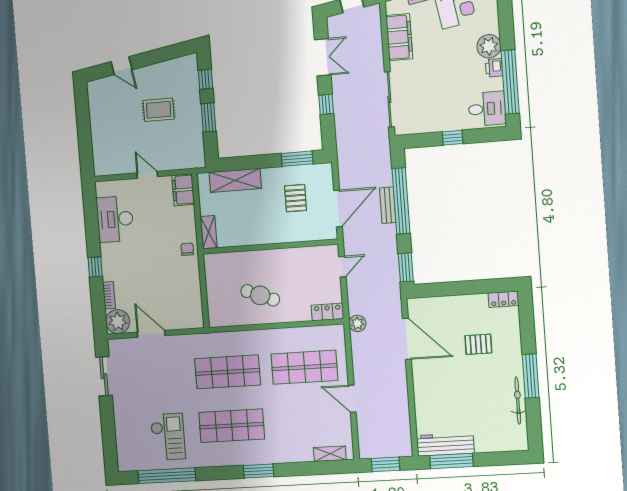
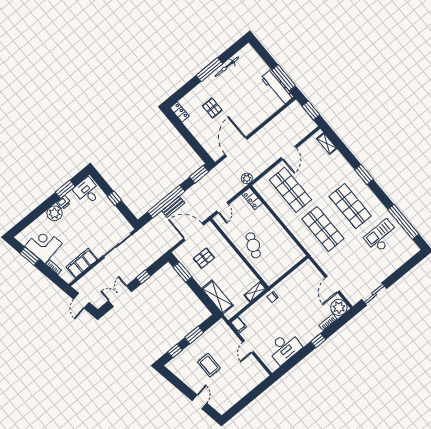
window: (510, 82) -> (65, 189), width x0.47
filing cabinet: (183, 190) -> (238, 325), width x0.50
door: (342, 267) -> (223, 208), swing flipped
cafe table: (260, 295) -> (253, 245), moved

